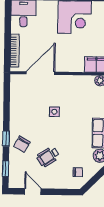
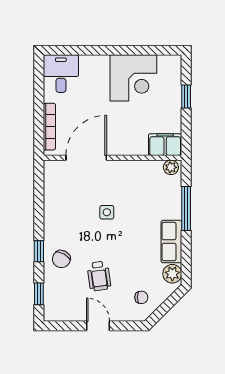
wheelchair: (48, 157) -> (99, 276), turned -65
door: (33, 191) -> (98, 326), moved

